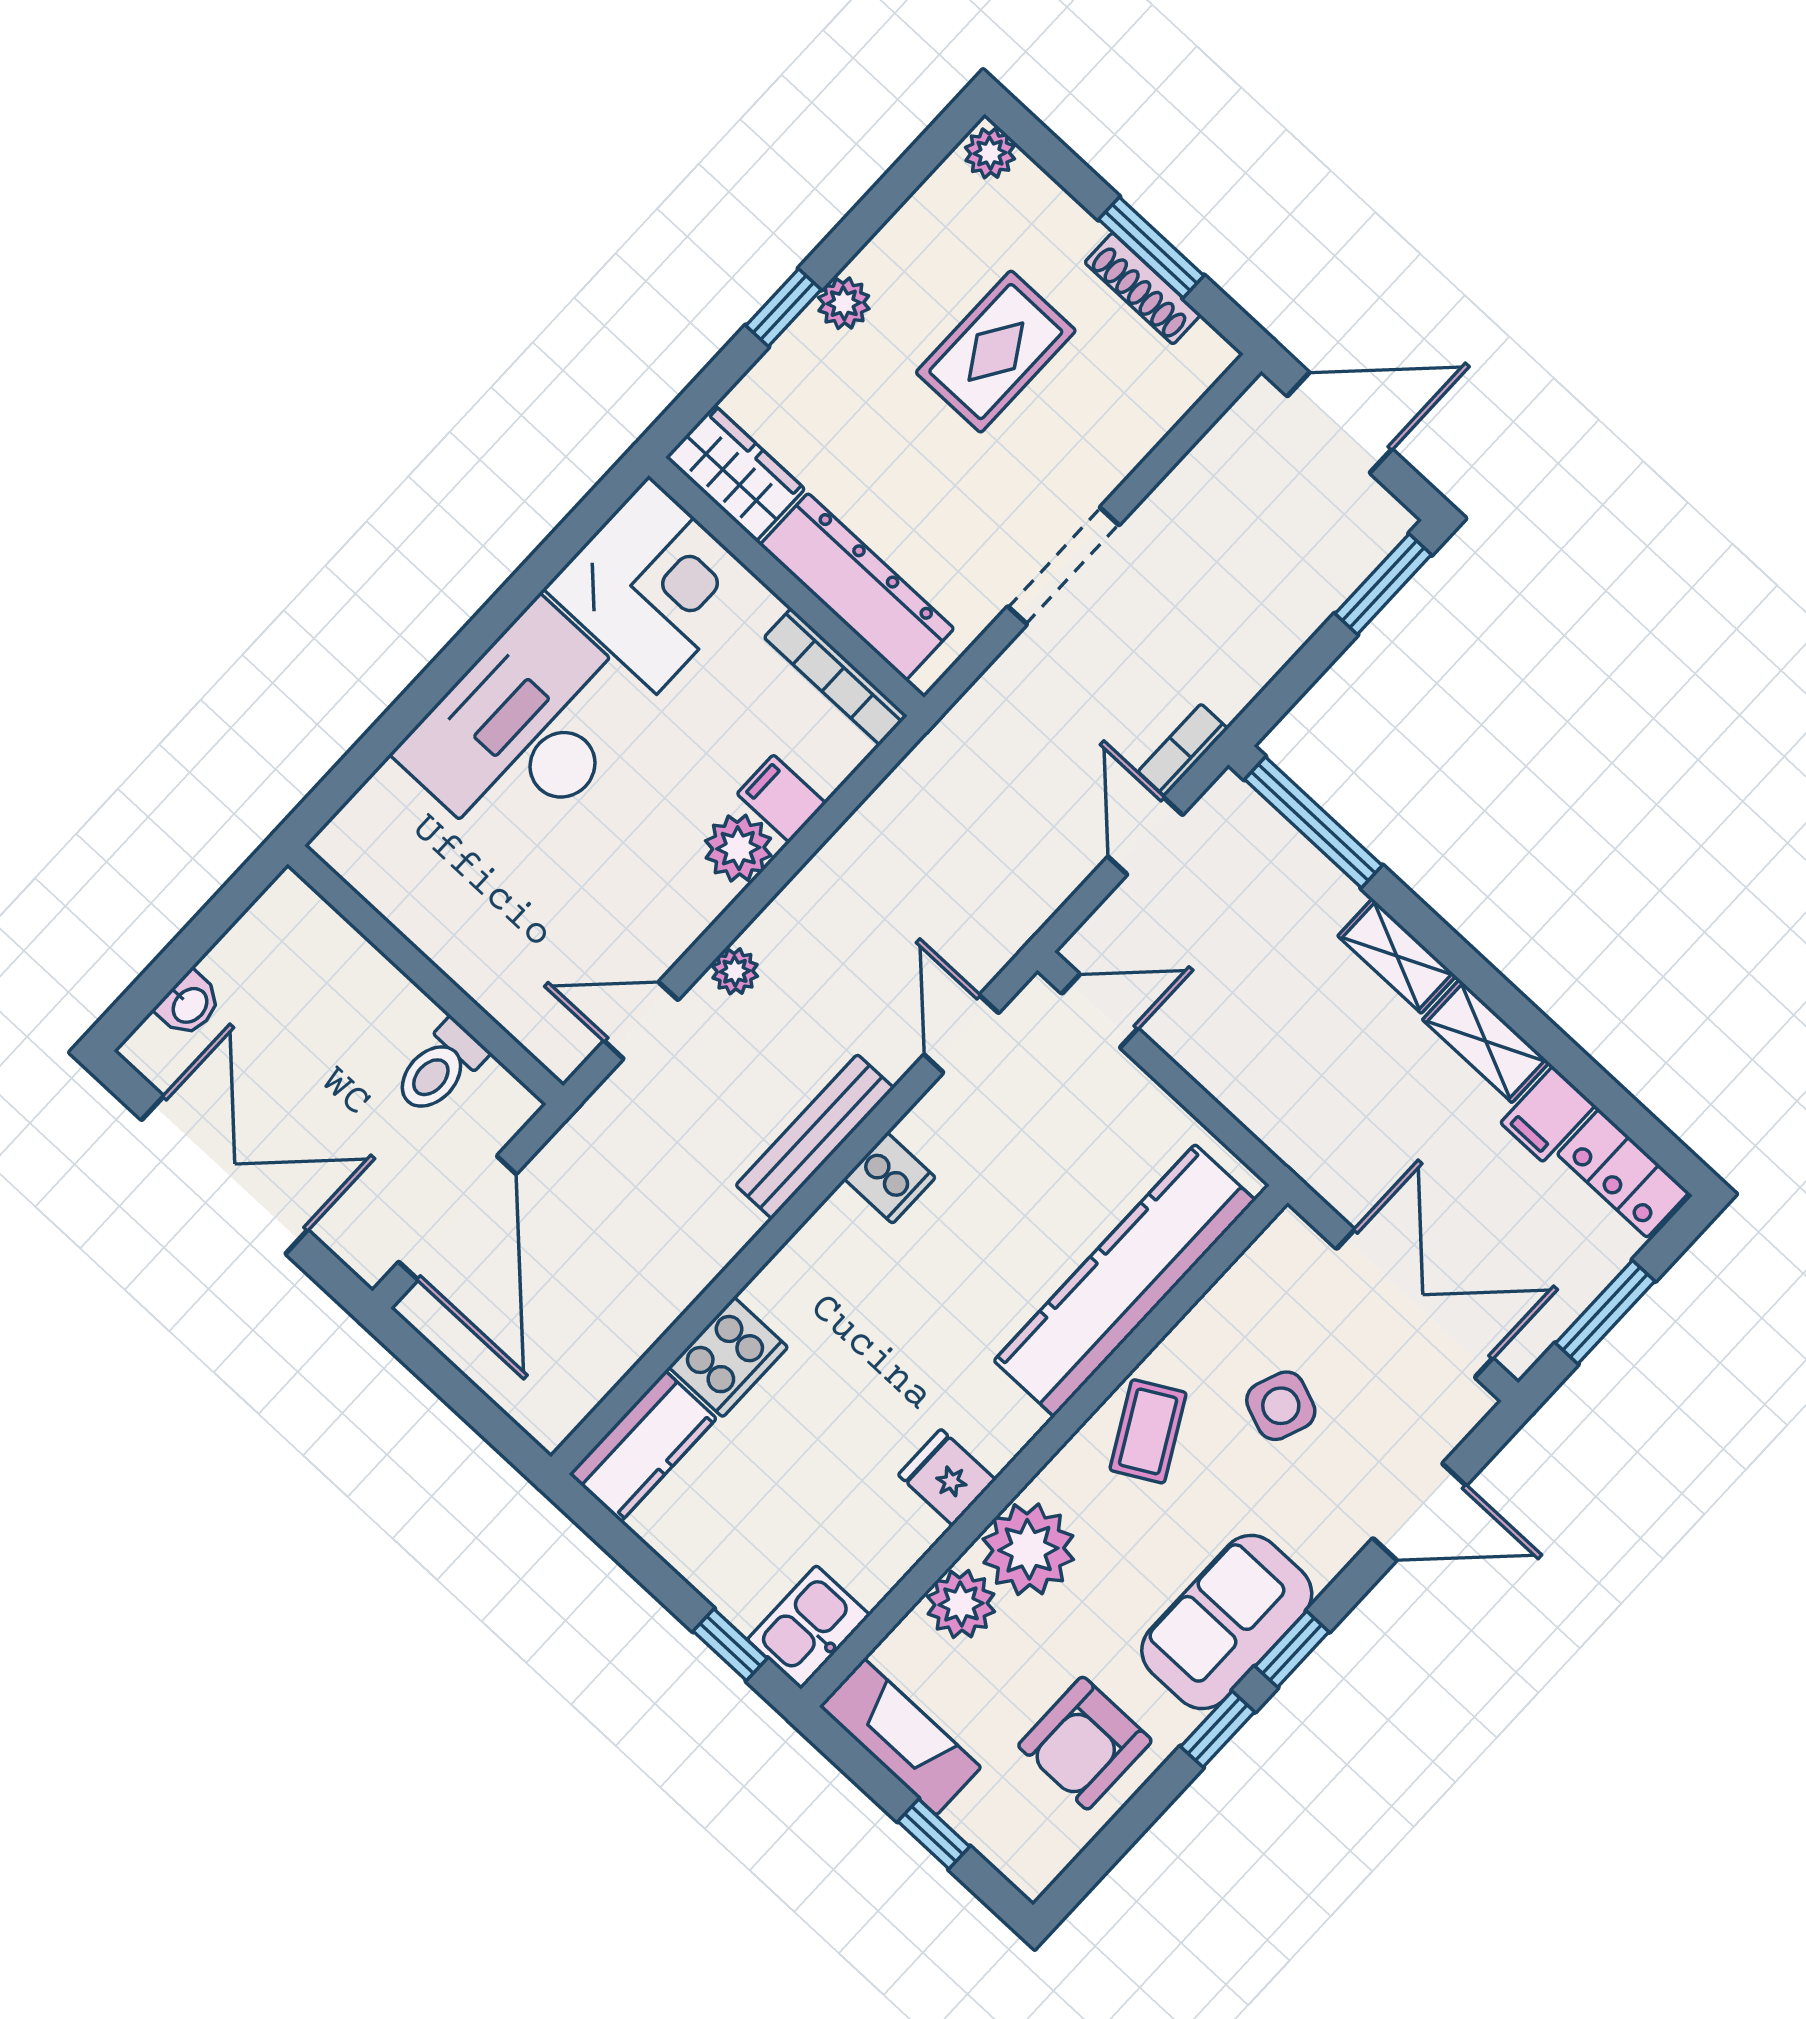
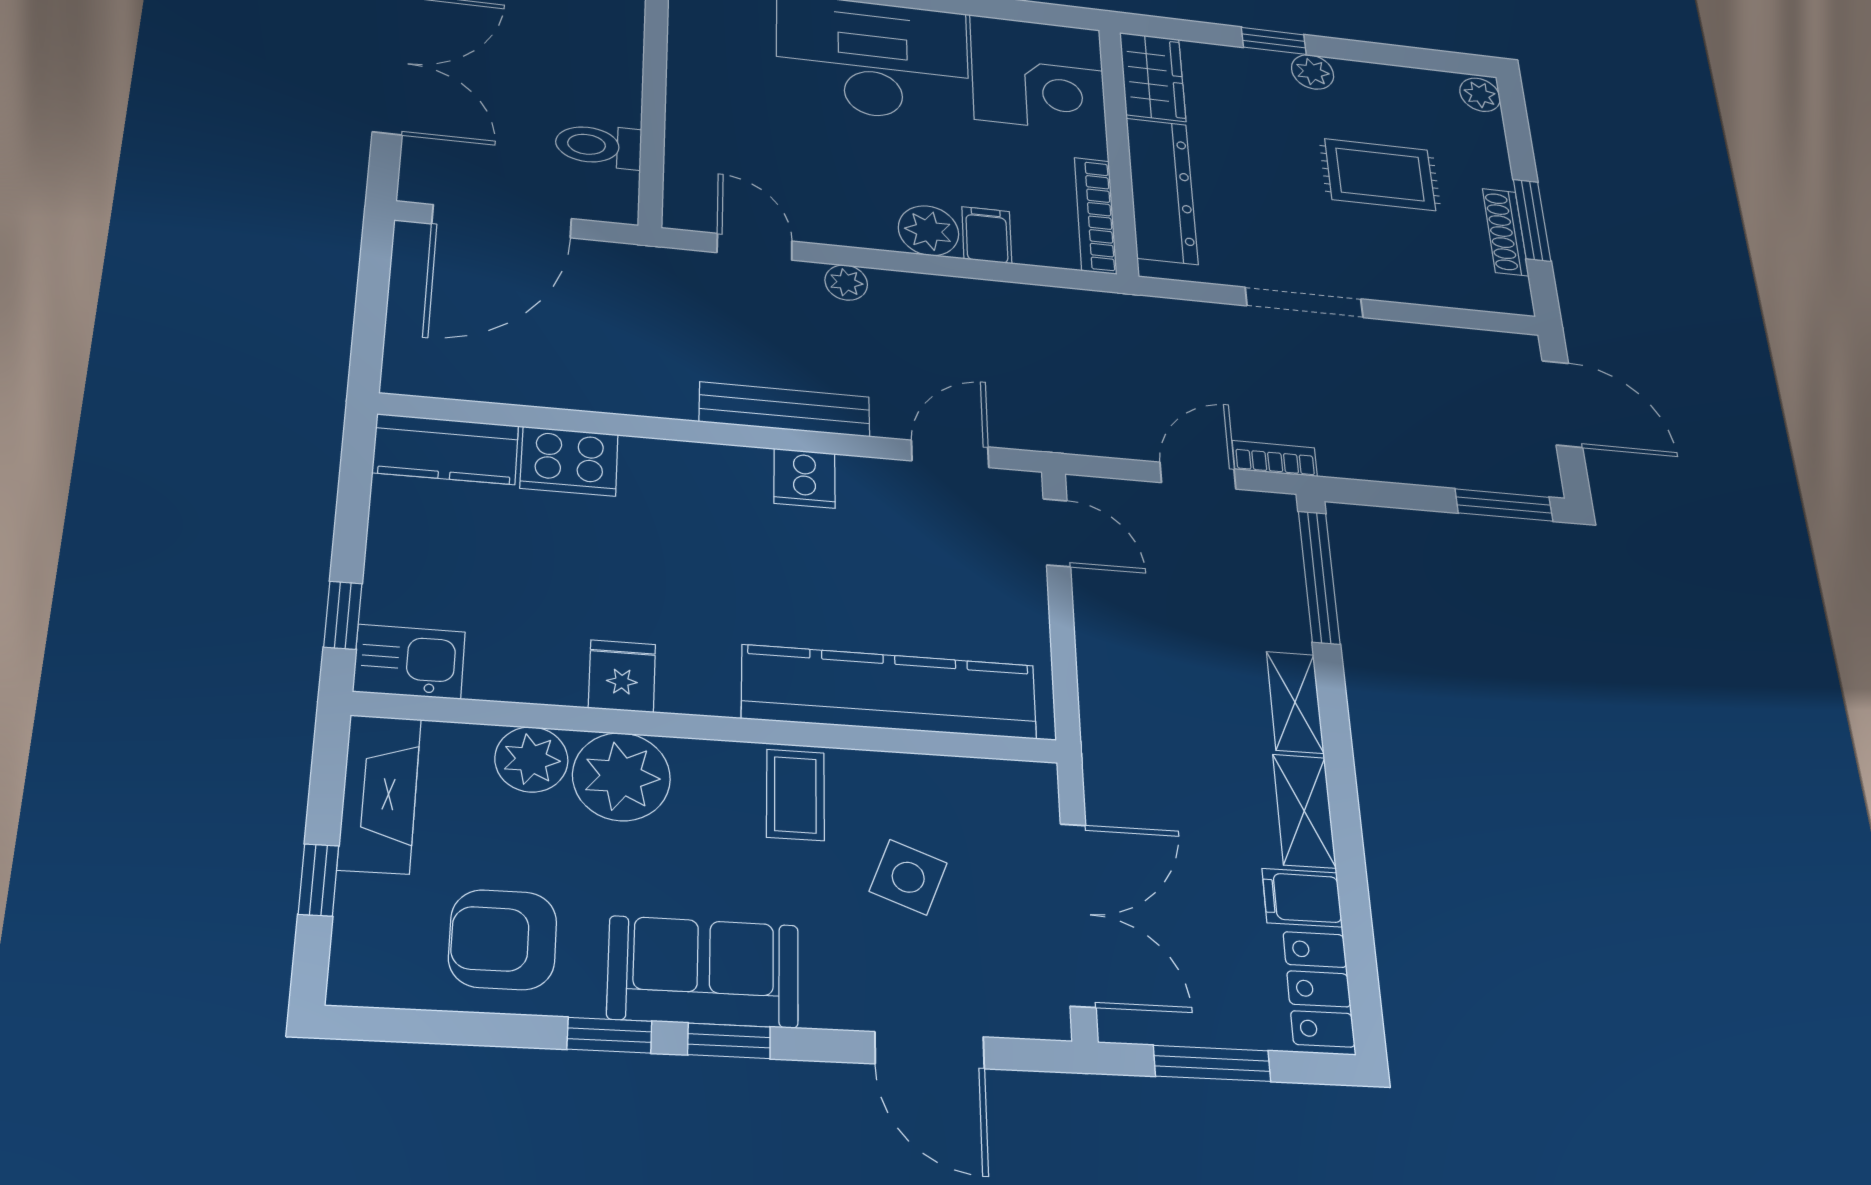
coffee table: (1148, 1431) -> (795, 795), turned -61

